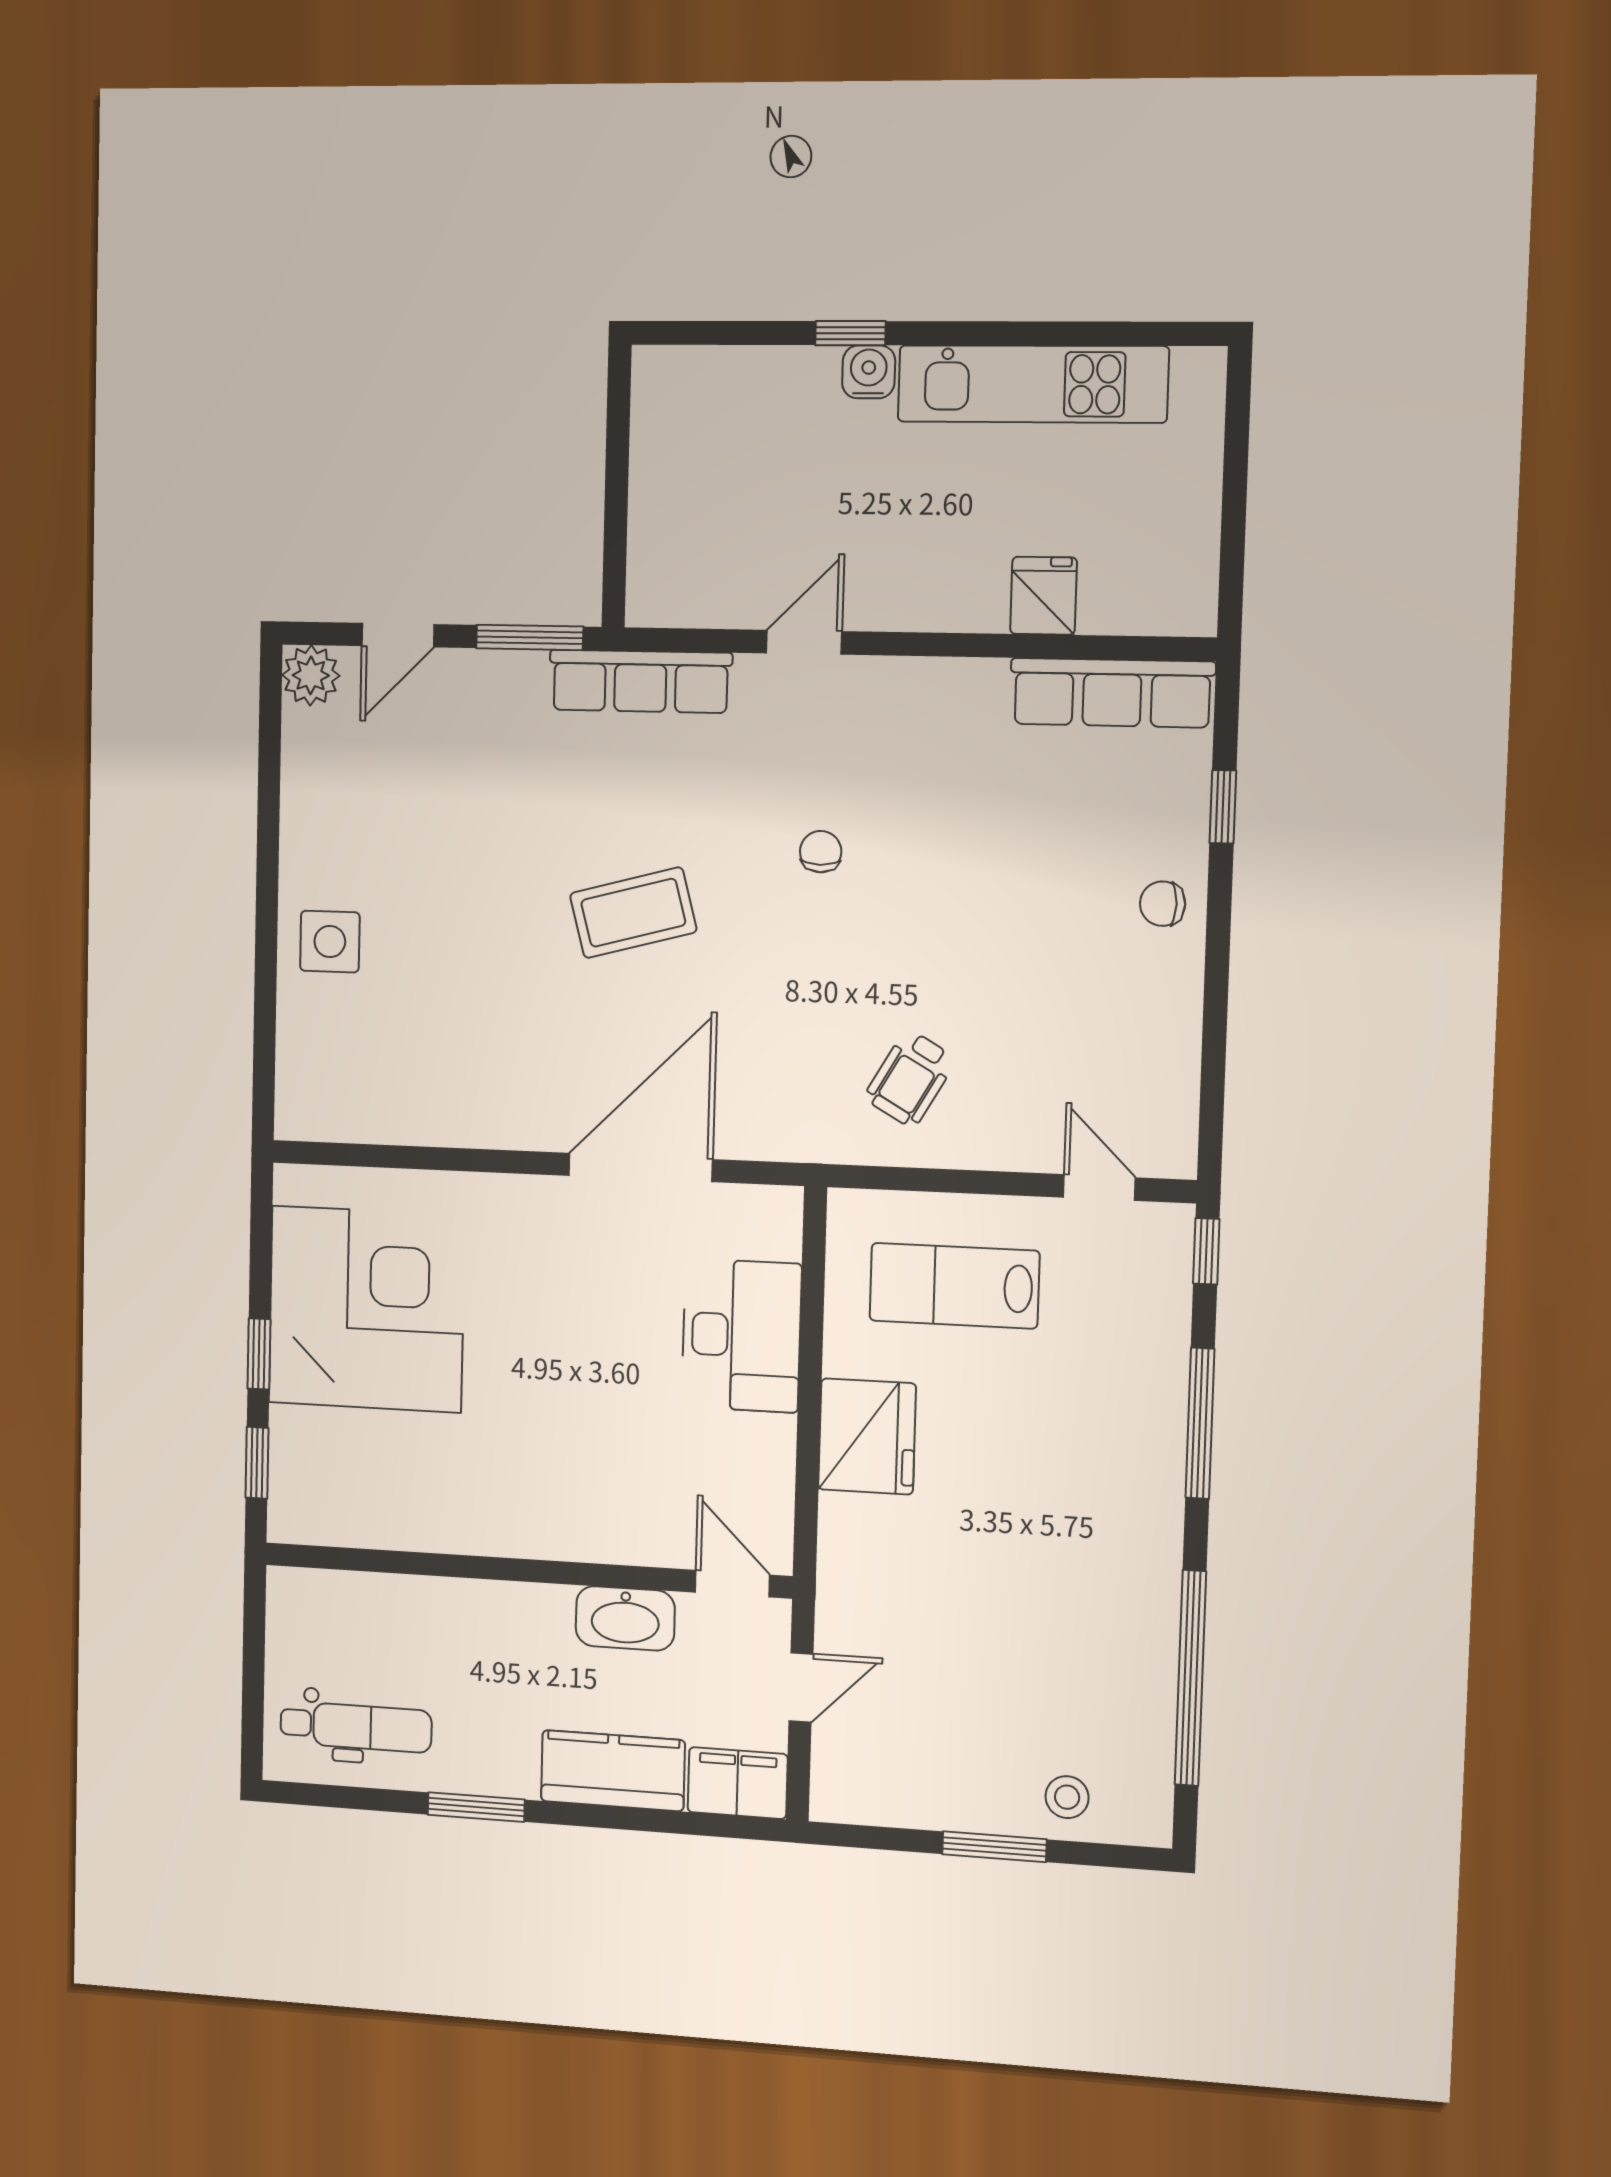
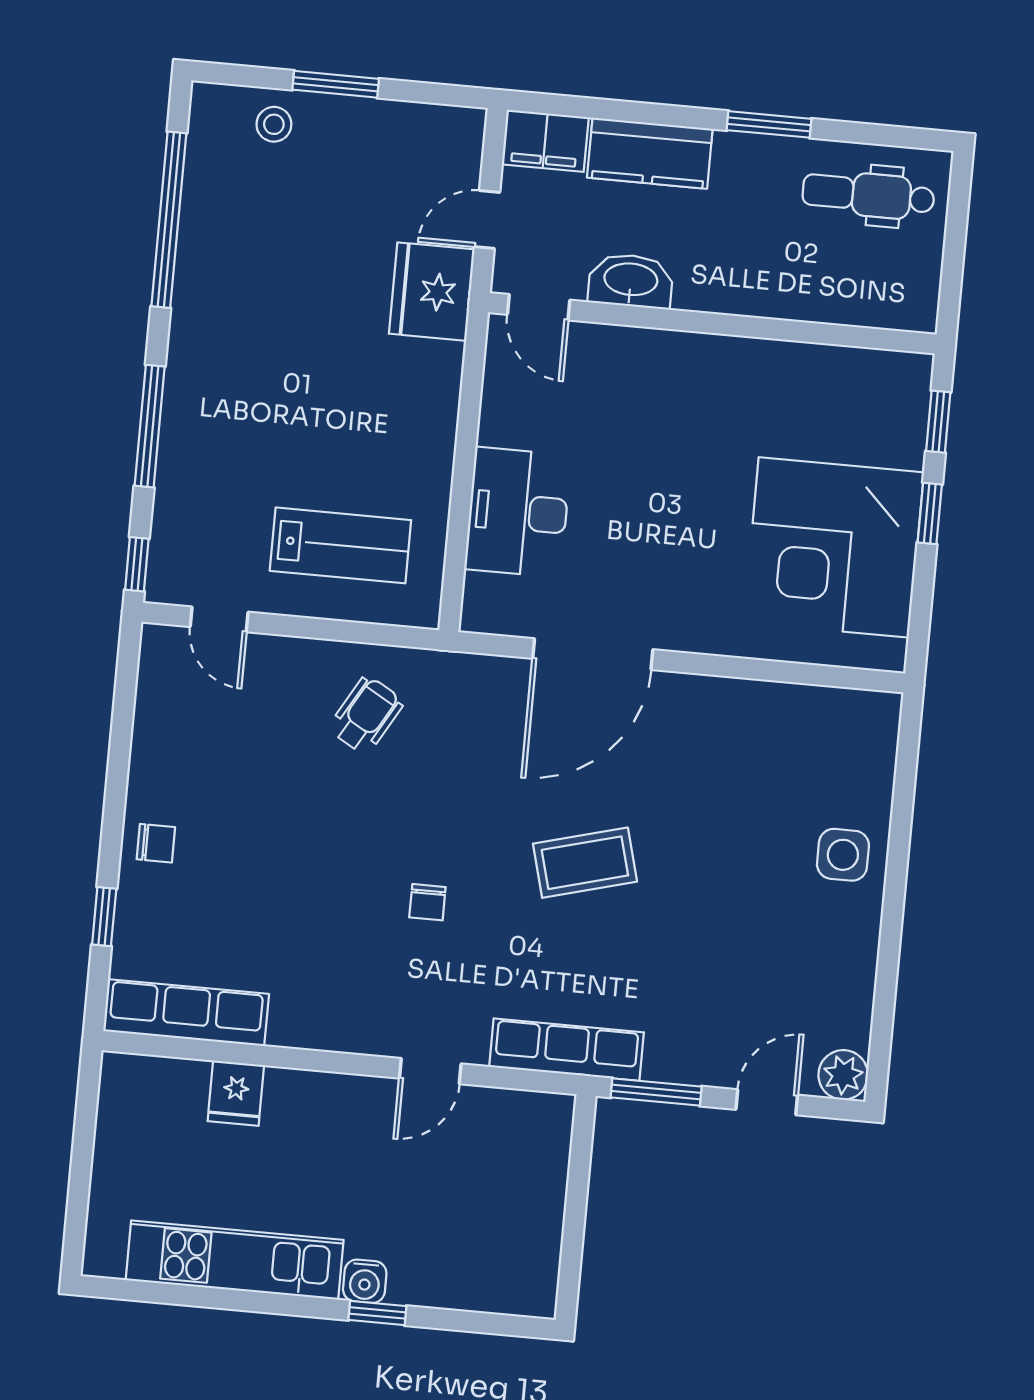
fridge: (867, 1436) -> (432, 292), moved

